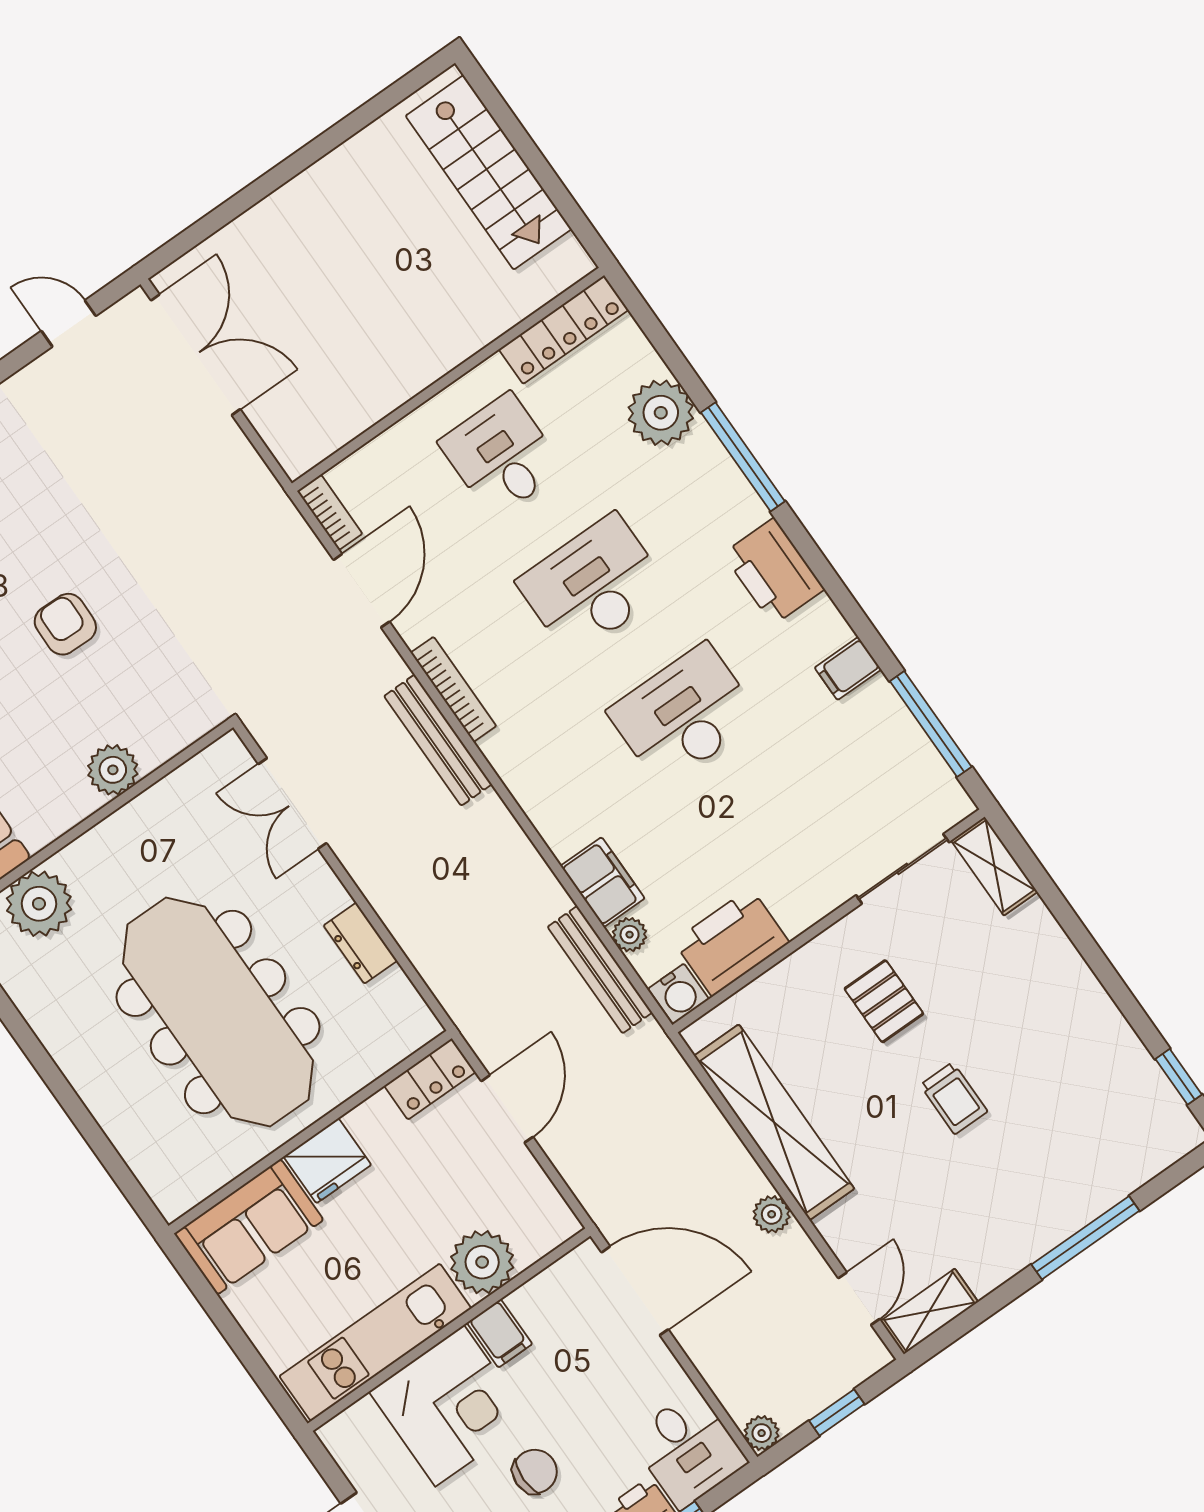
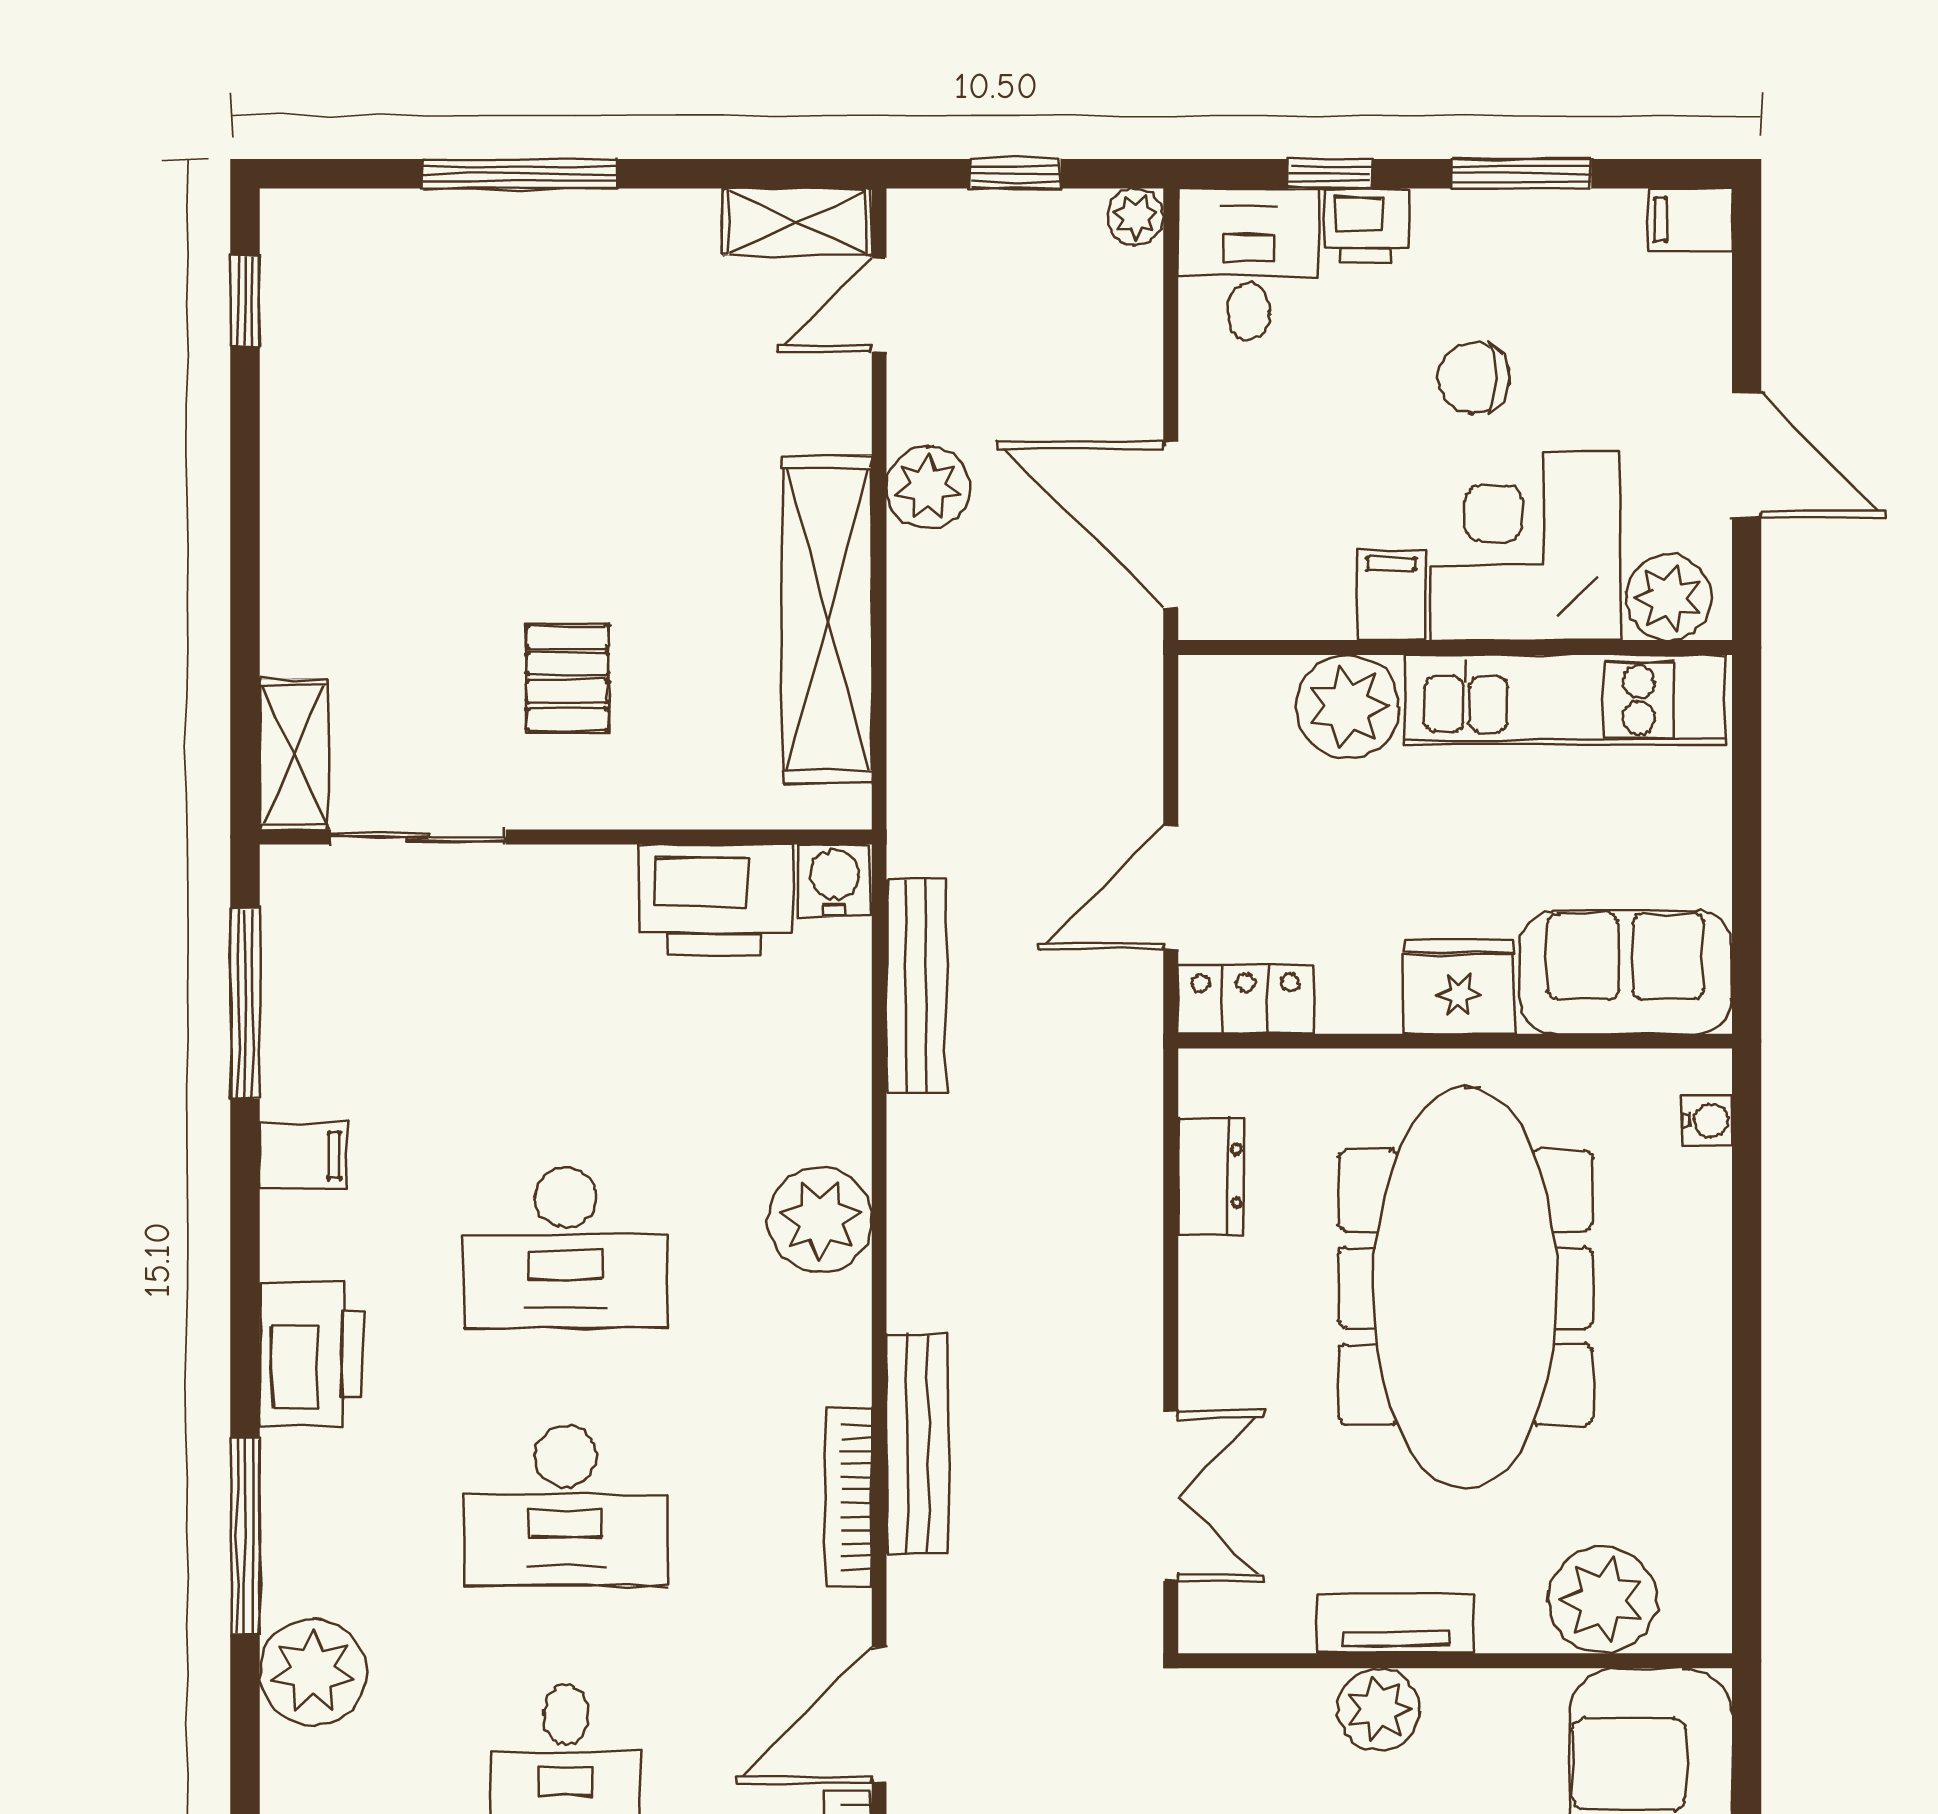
tv unit: (134, 819) -> (1396, 1624), added
filing cabinet: (603, 882) -> (831, 1100), removed
plant: (630, 935) -> (820, 1220), moved, width x1.88, depth x1.88
dresser: (360, 943) -> (1211, 1176), moved
trolley: (954, 1098) -> (565, 483), removed
water cooler: (156, 1181) -> (1707, 1121), added
plant: (772, 1214) -> (928, 488), width x1.38, depth x1.38
plant: (359, 1430) -> (1669, 598), added

